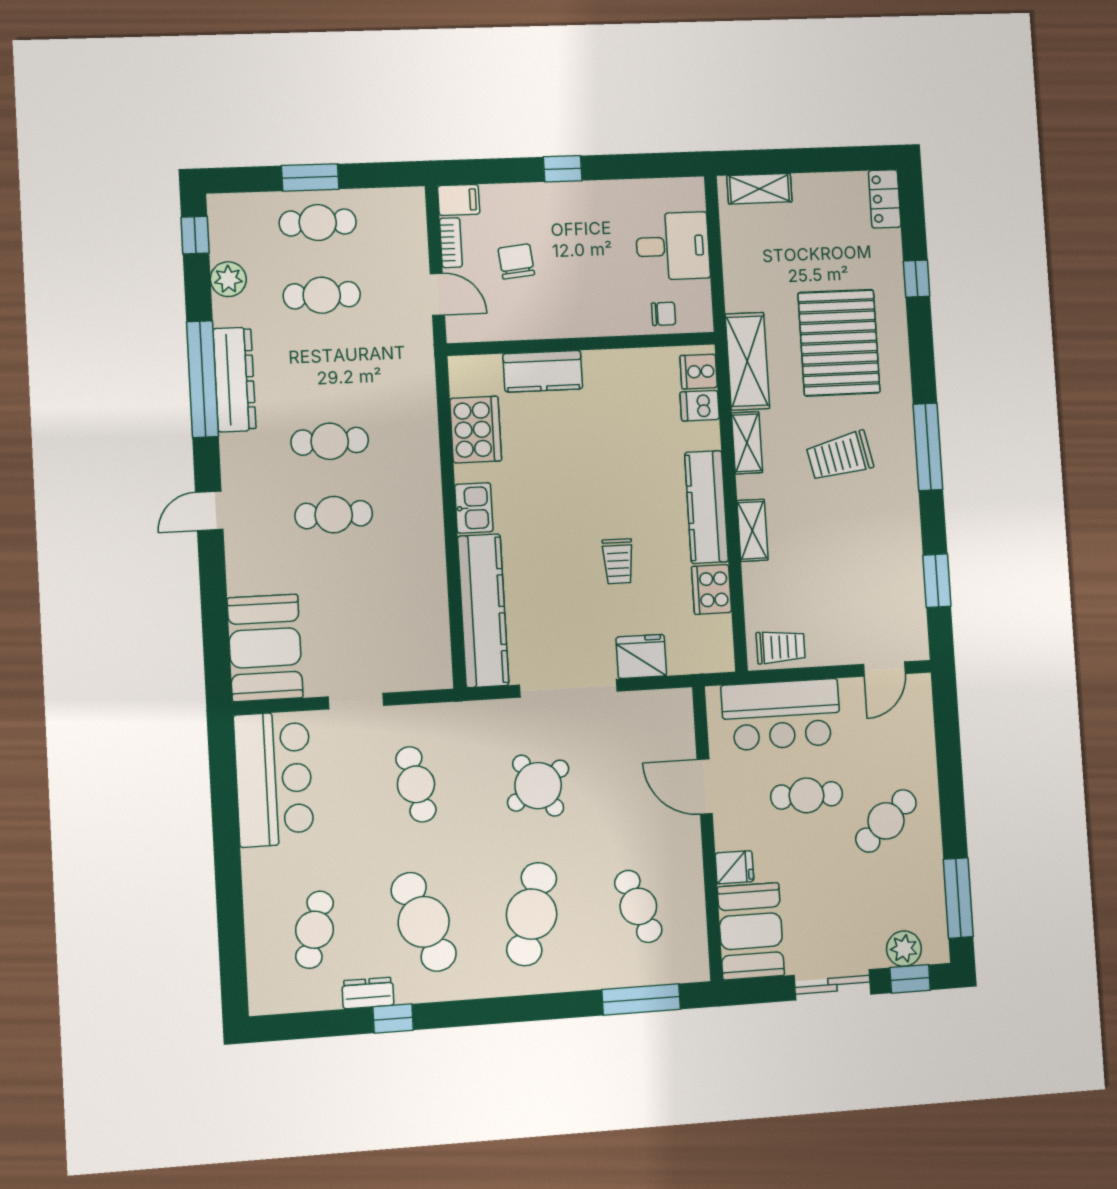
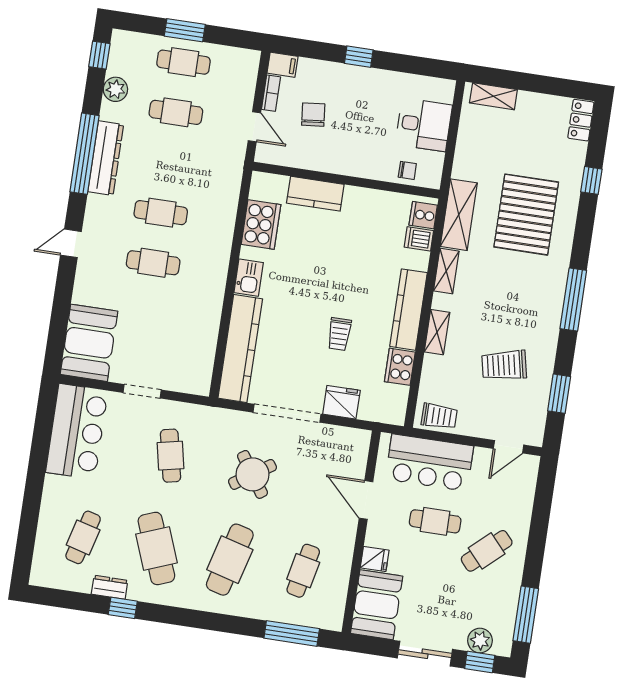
trolley: (840, 456) -> (504, 365), moved
cafe table: (638, 906) -> (303, 571), turned 33

